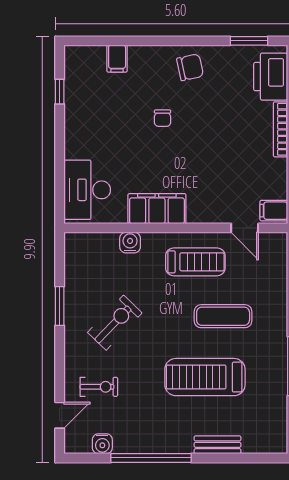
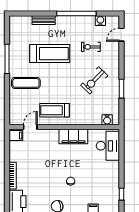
door: (245, 228) -> (30, 127), hinge flipped
water cooler: (130, 243) -> (107, 120), moved
exercise mat: (223, 316) -> (26, 83), moved
exercise bike: (99, 387) -> (91, 47), moved

